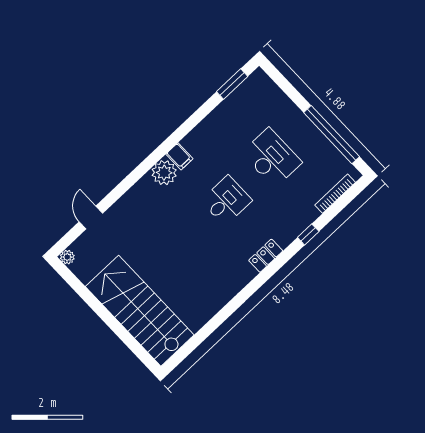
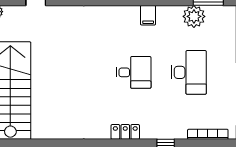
filing cabinet: (179, 156) -> (148, 15), moved
plant: (164, 173) -> (194, 16), moved

